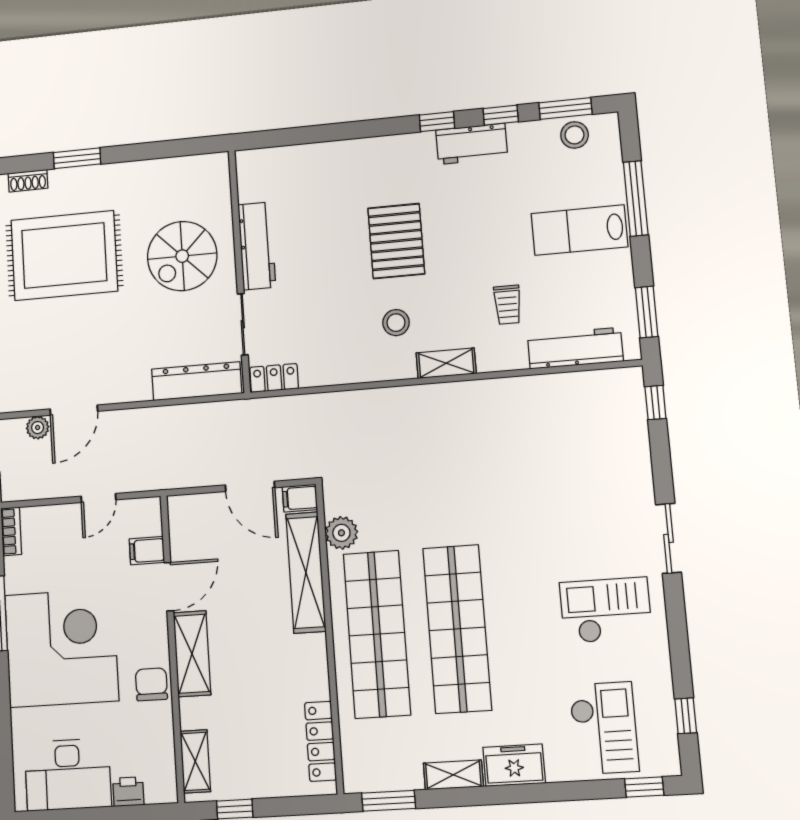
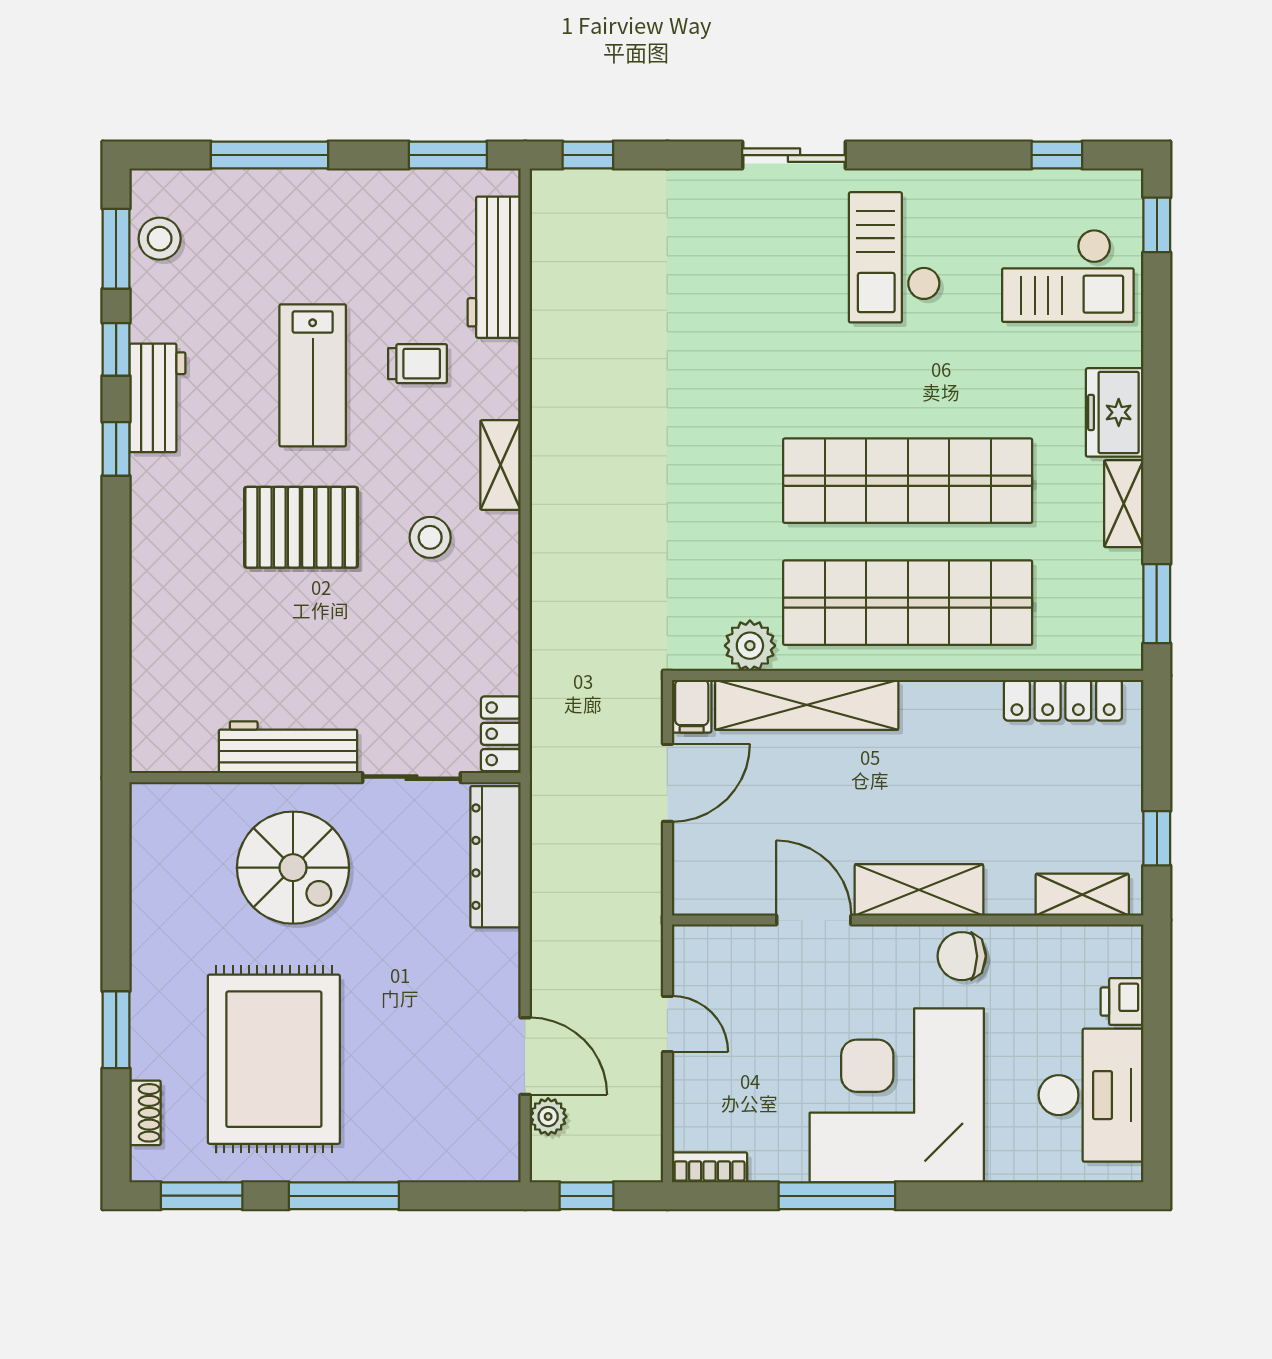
lab bench: (579, 230) -> (313, 375), moved
filing cabinet: (147, 551) -> (755, 951), removed
checkout: (604, 728) -> (1068, 276), turned 180

